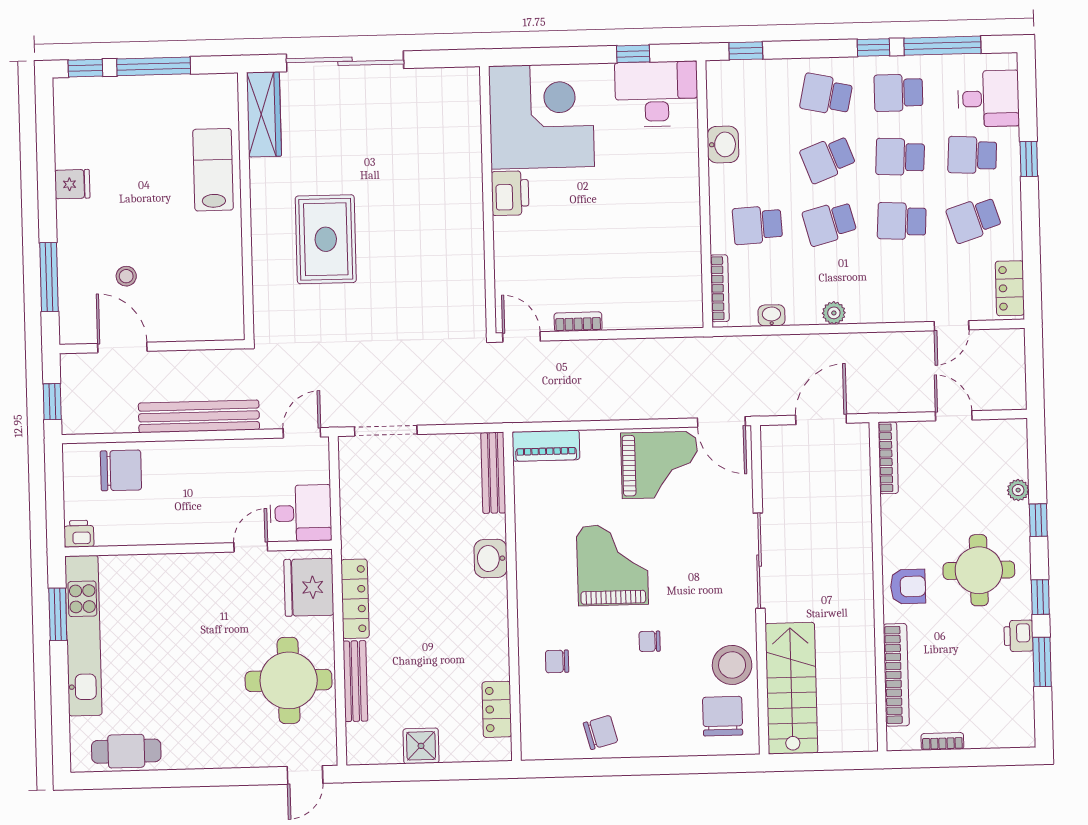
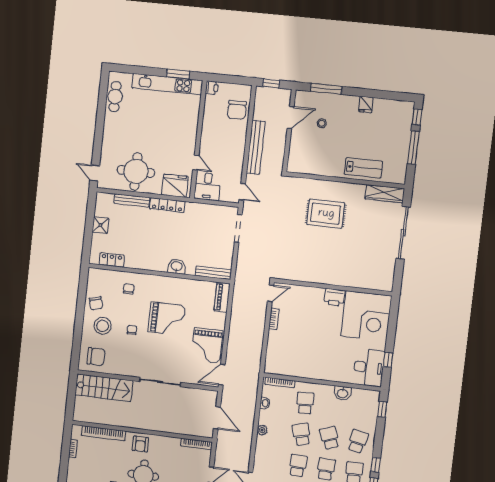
stool: (732, 665) -> (103, 326), moved

